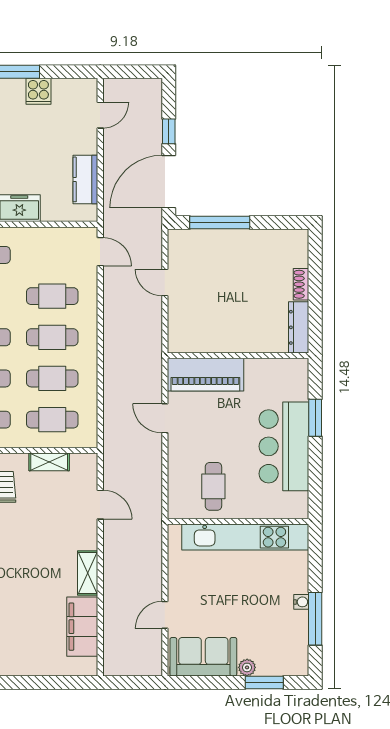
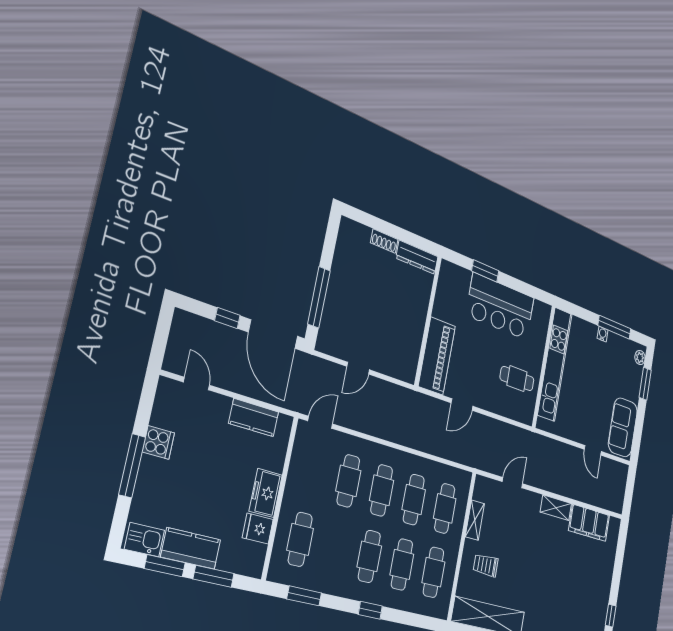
plant: (247, 667) -> (640, 358), moved

